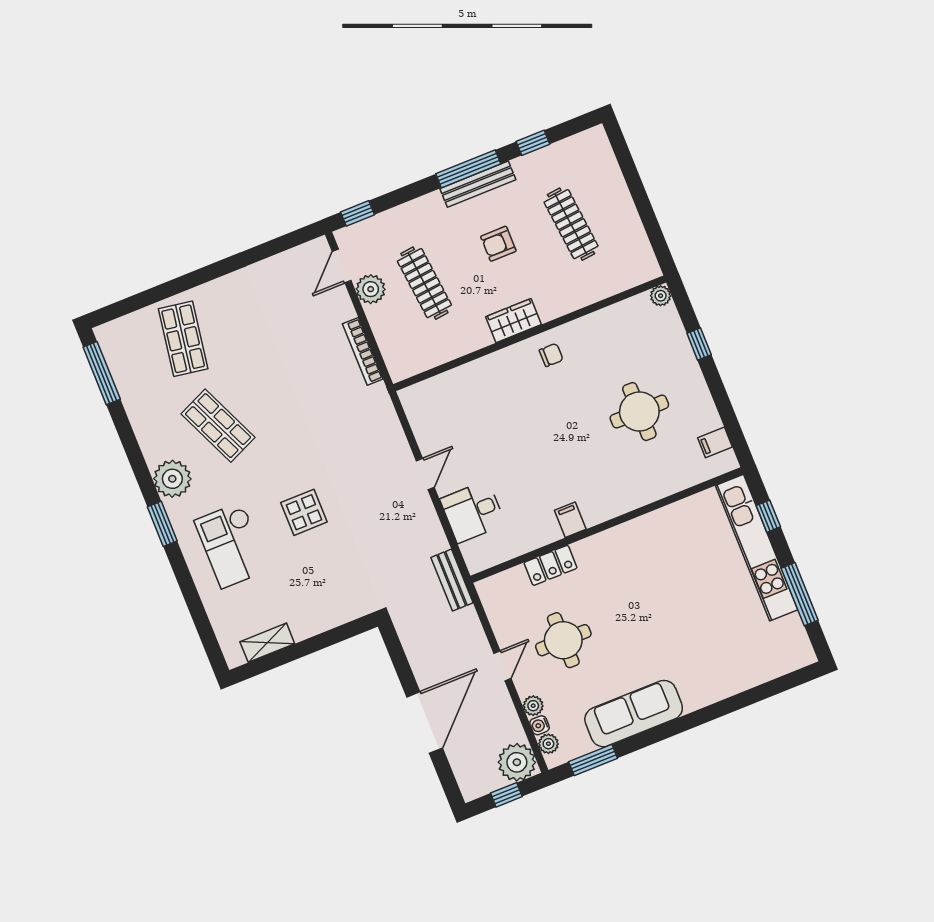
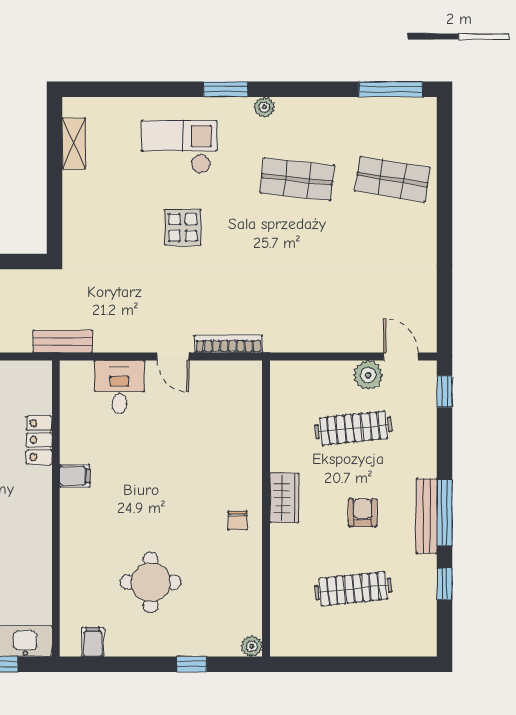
bookcase: (363, 351) -> (228, 344), moved
shop shelf: (218, 426) -> (297, 179), turned 30
plant: (172, 479) -> (264, 107), width x0.53, depth x0.53

